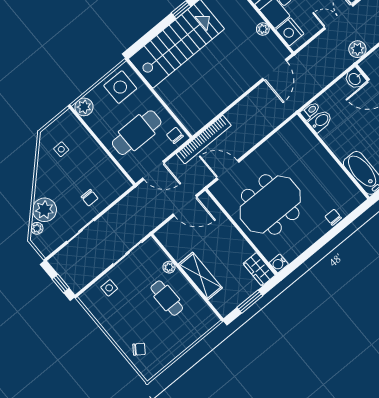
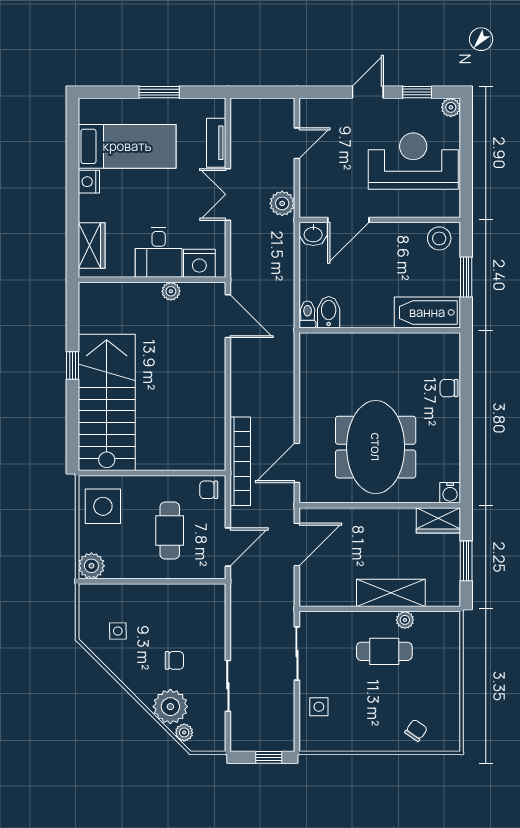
cafe table: (137, 133) -> (170, 530), width x0.73, depth x0.74
chair: (90, 198) -> (174, 660), moved
plant: (169, 267) -> (405, 620), moved

